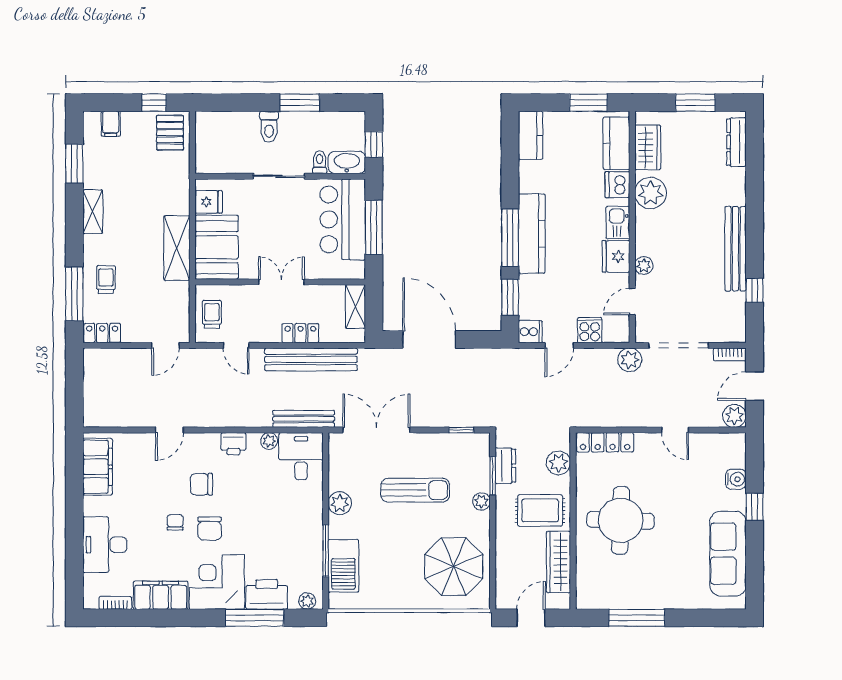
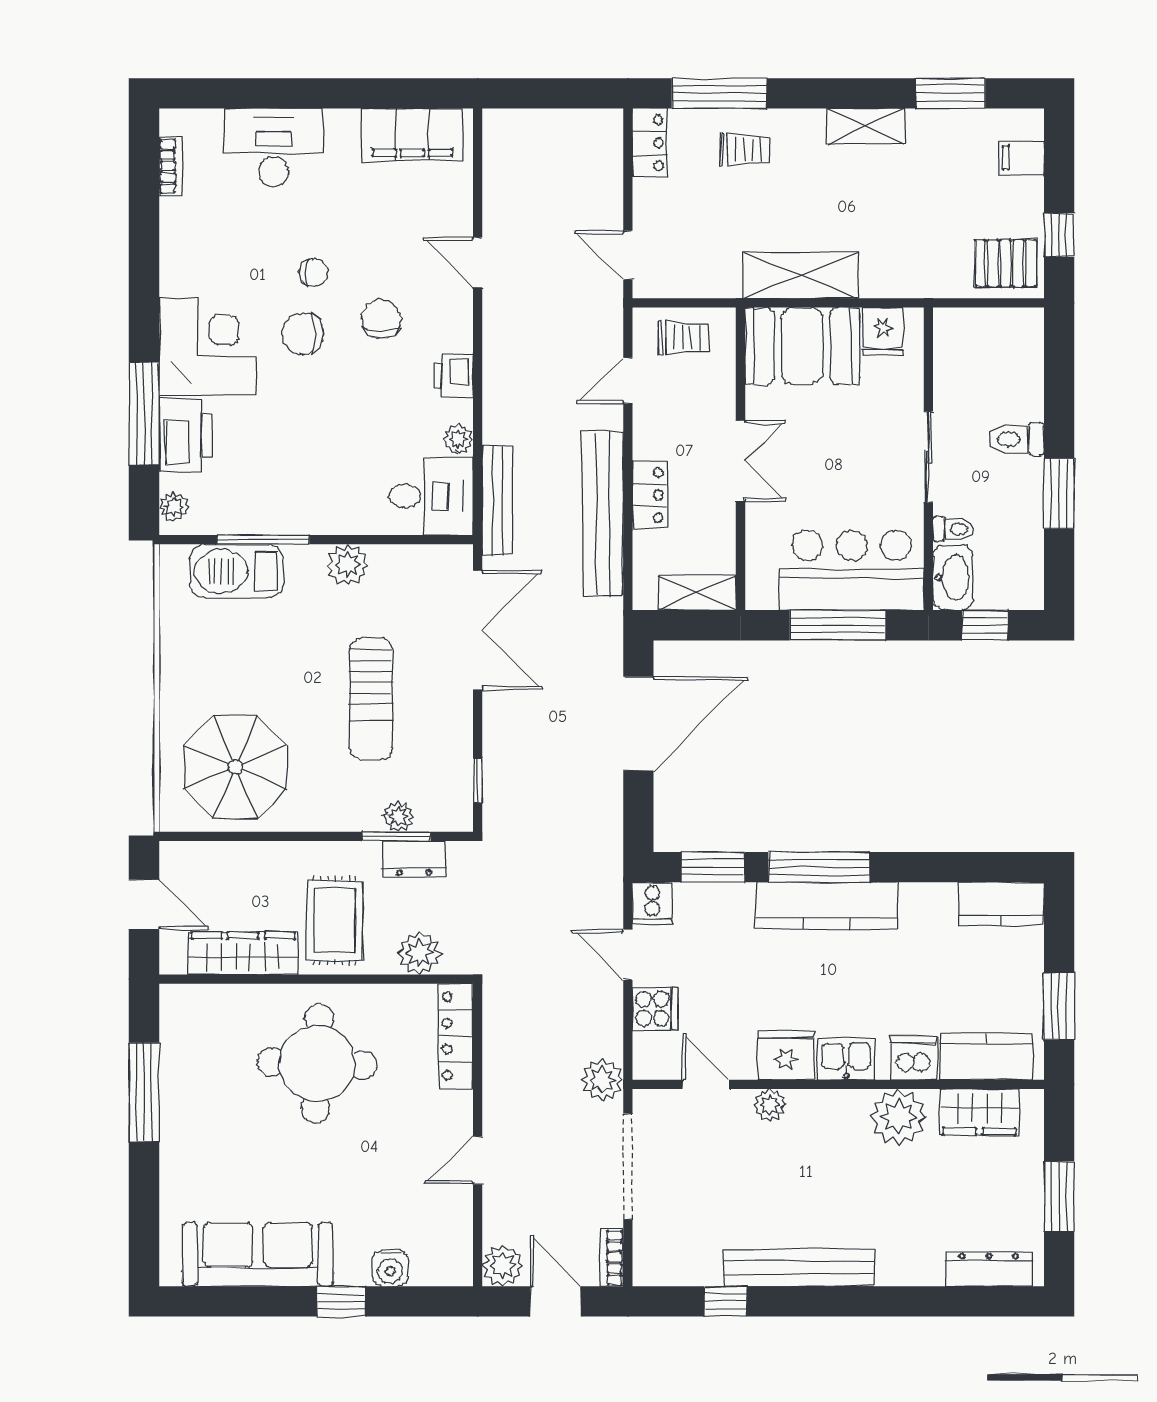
plant: (481, 502) -> (398, 816), moved
filing cabinet: (161, 595) -> (184, 247), removed

